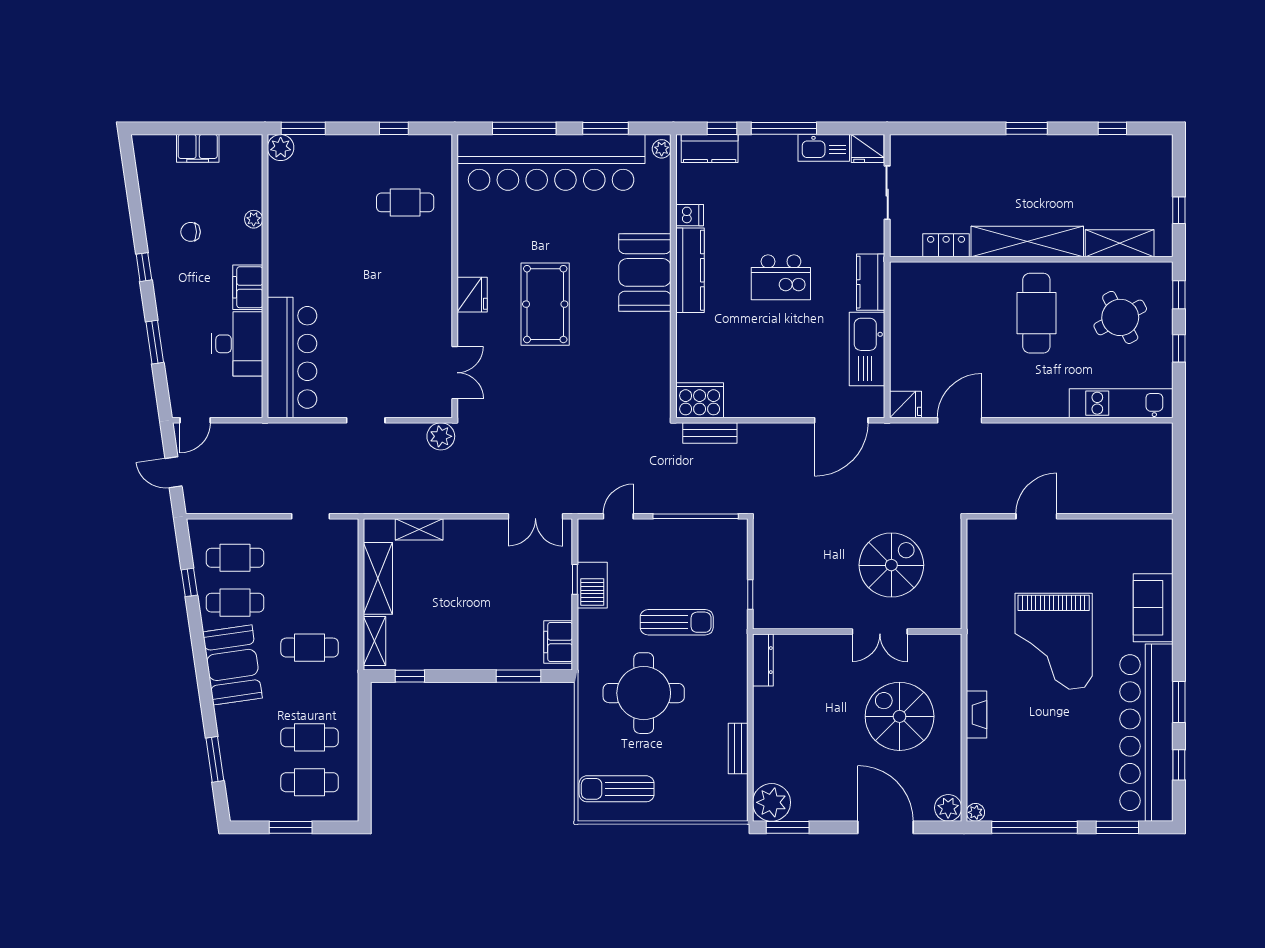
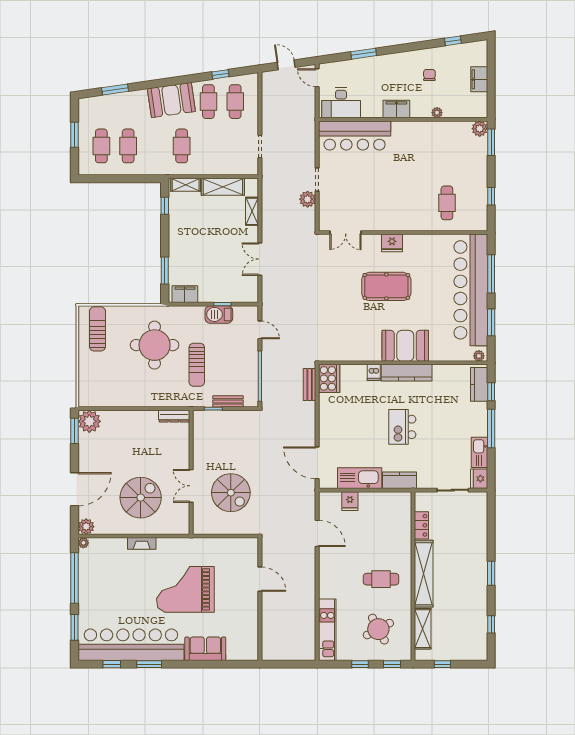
dishwasher: (690, 215) -> (374, 372), moved
window: (144, 267) -> (453, 41), moved
cafe table: (1036, 313) -> (381, 579), width x0.73, depth x0.74
desk: (237, 344) -> (341, 103), moved
fridge: (905, 404) -> (350, 501), moved
plant: (441, 436) -> (308, 199), moved
door: (173, 472) -> (286, 65), hinge flipped
double door: (535, 516) -> (260, 259), moved
bench: (738, 749) -> (228, 401), moved

